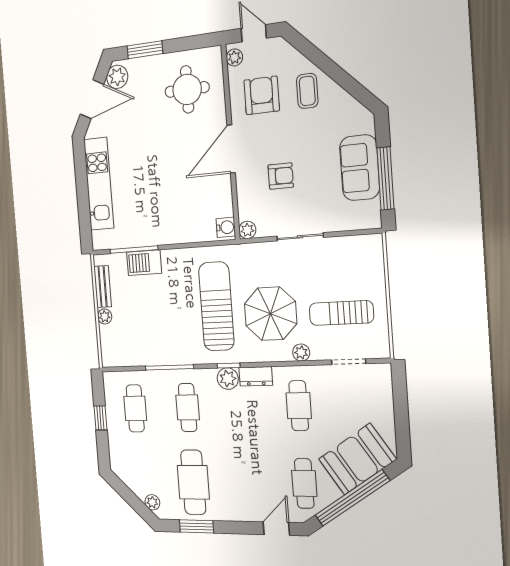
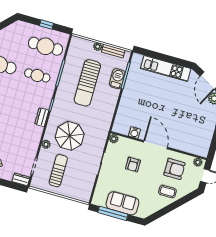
round table: (187, 89) -> (193, 133), removed
water cooler: (226, 227) -> (135, 133), moved
sun lounger: (216, 306) -> (87, 83), moved, turned 90
plant: (228, 379) -> (45, 102), removed
dresser: (383, 379) -> (21, 179), added
cafe table: (299, 406) -> (21, 134), removed
cafe table: (135, 408) -> (45, 46), width x1.37, depth x1.35

